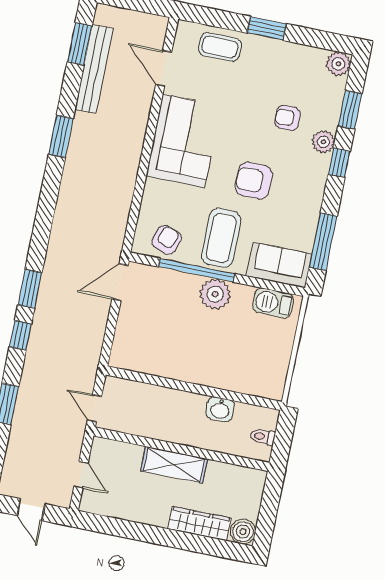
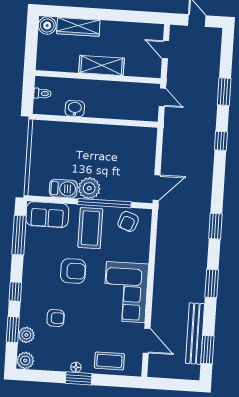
floor lamp: (268, 45) -> (76, 367), added
plant: (323, 142) -> (26, 335), moved
window: (30, 289) -> (215, 226), moved
barbecue: (273, 303) -> (63, 189), moved

